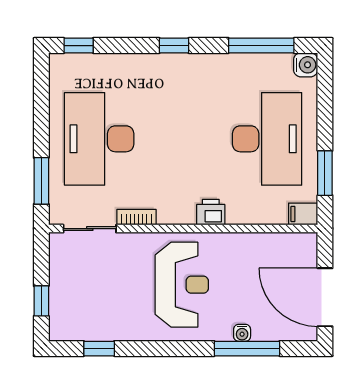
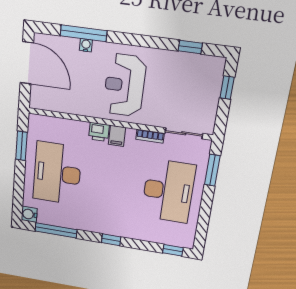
filing cabinet: (303, 214) -> (117, 136), moved, turned 90

